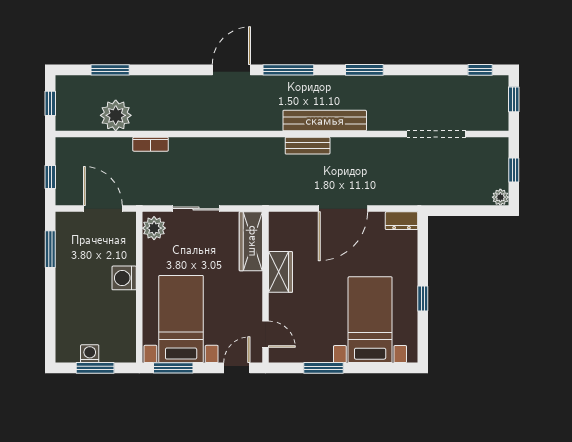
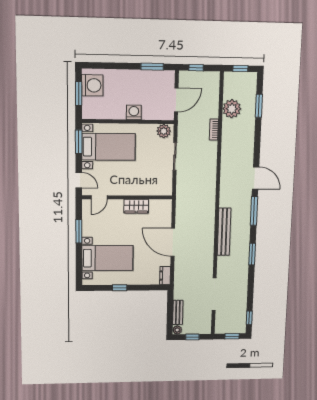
bench: (308, 146) -> (178, 312), moved
wardrobe: (251, 241) -> (155, 189), removed
washing machine: (90, 354) -> (92, 85), width x1.89, depth x1.89

